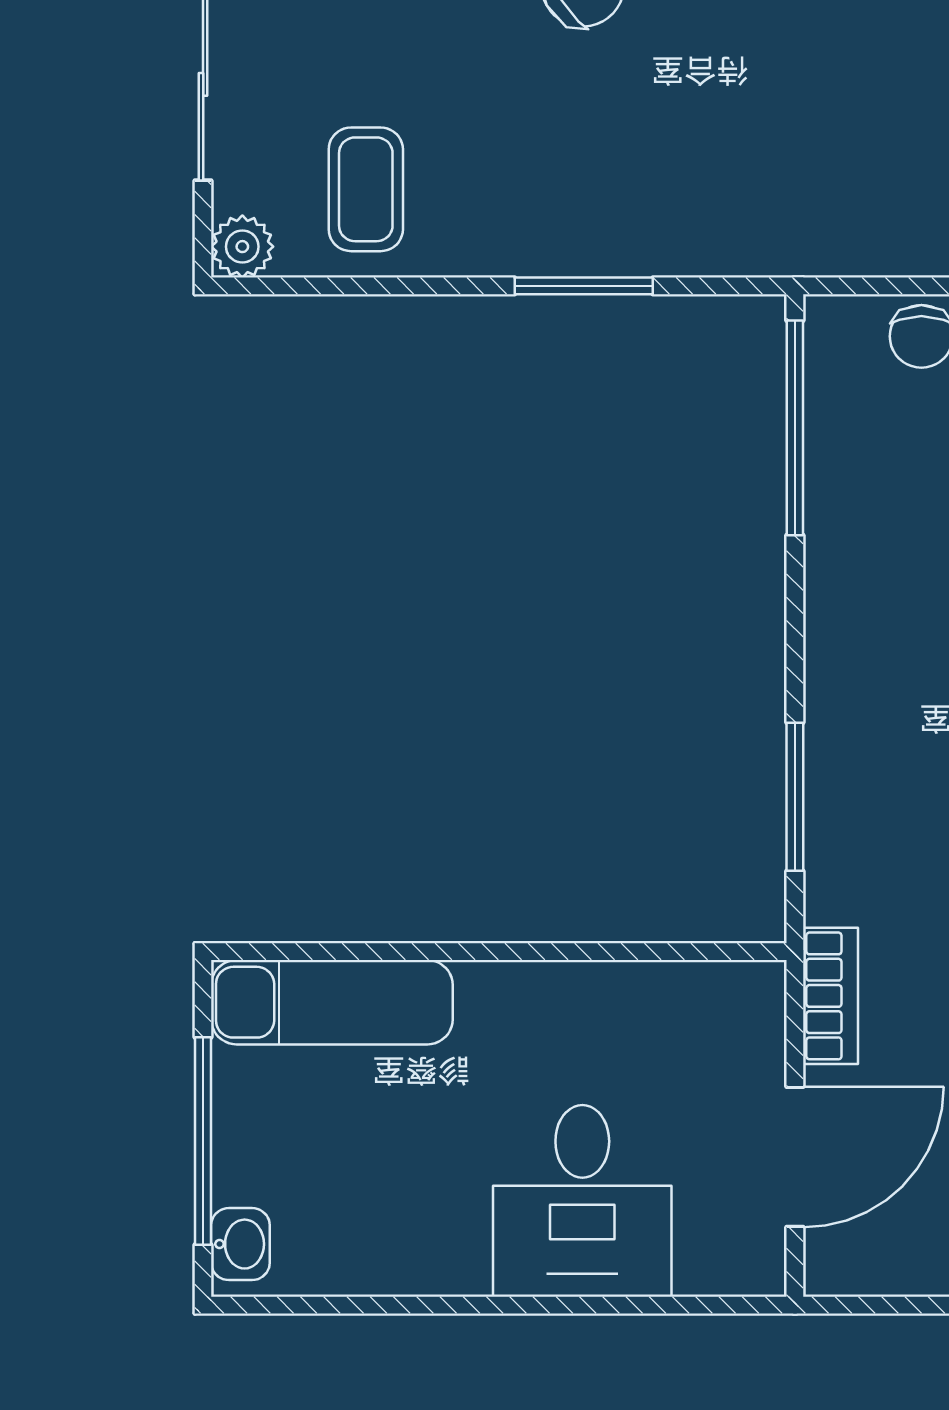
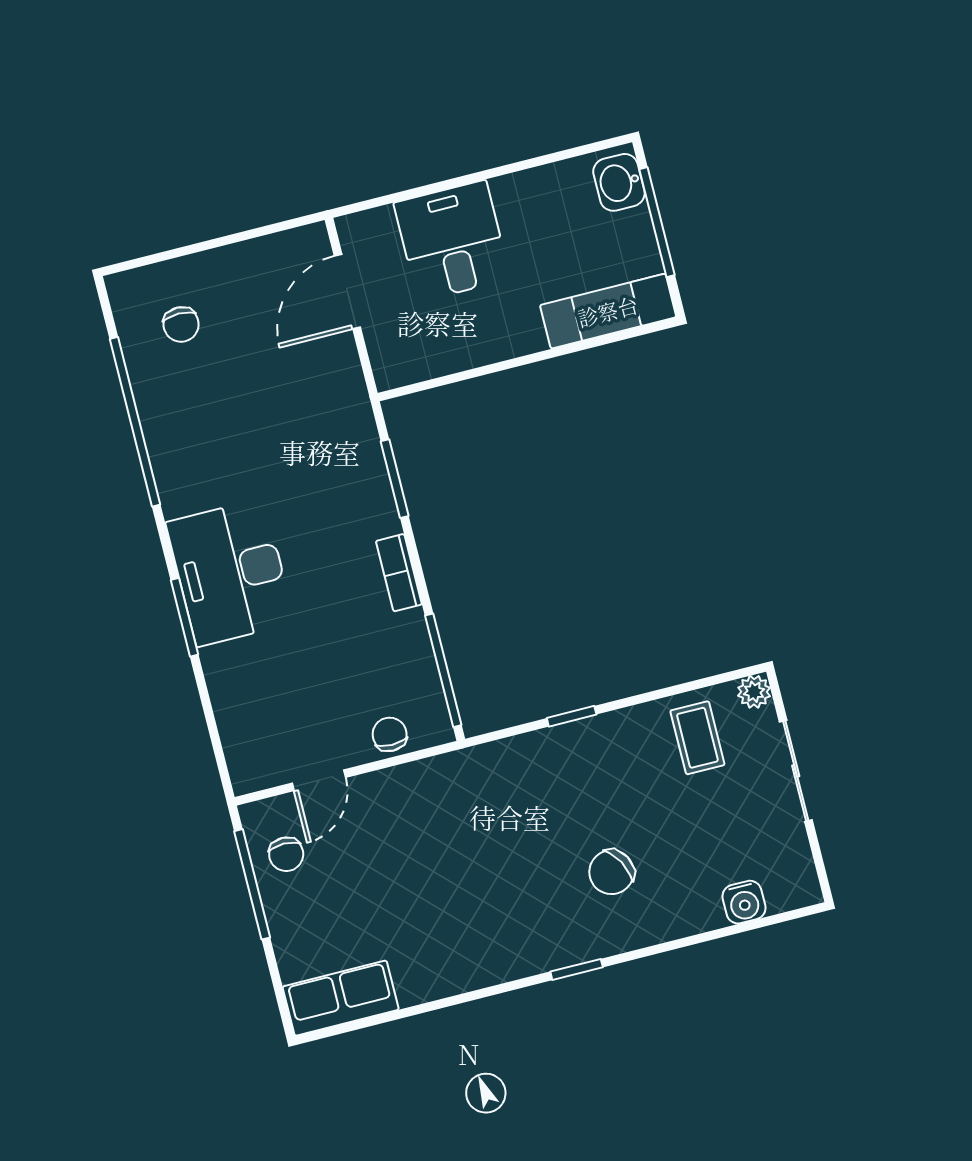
window: (584, 286) -> (572, 716), width x0.67
bookcase: (830, 996) -> (399, 573), moved
washbasin: (240, 1244) -> (619, 182), width x1.38, depth x1.45

